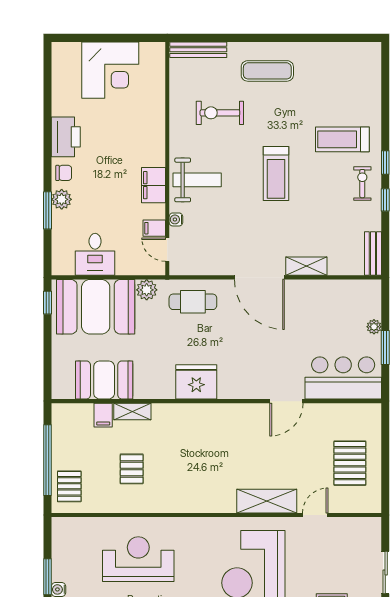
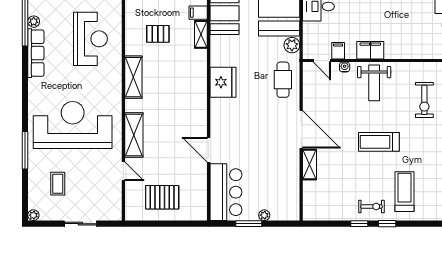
exercise bike: (220, 113) -> (424, 100), turned 180
door: (167, 250) -> (322, 61), swing flipped
bench: (373, 254) -> (319, 214), removed
door: (259, 277) -> (301, 129), swing flipped
shelving: (189, 502) -> (133, 77), added

